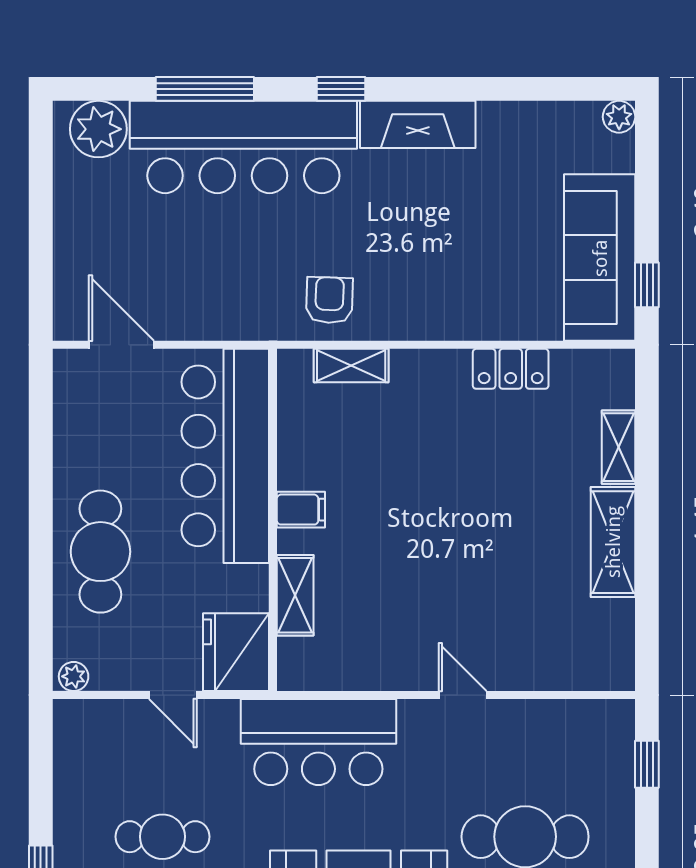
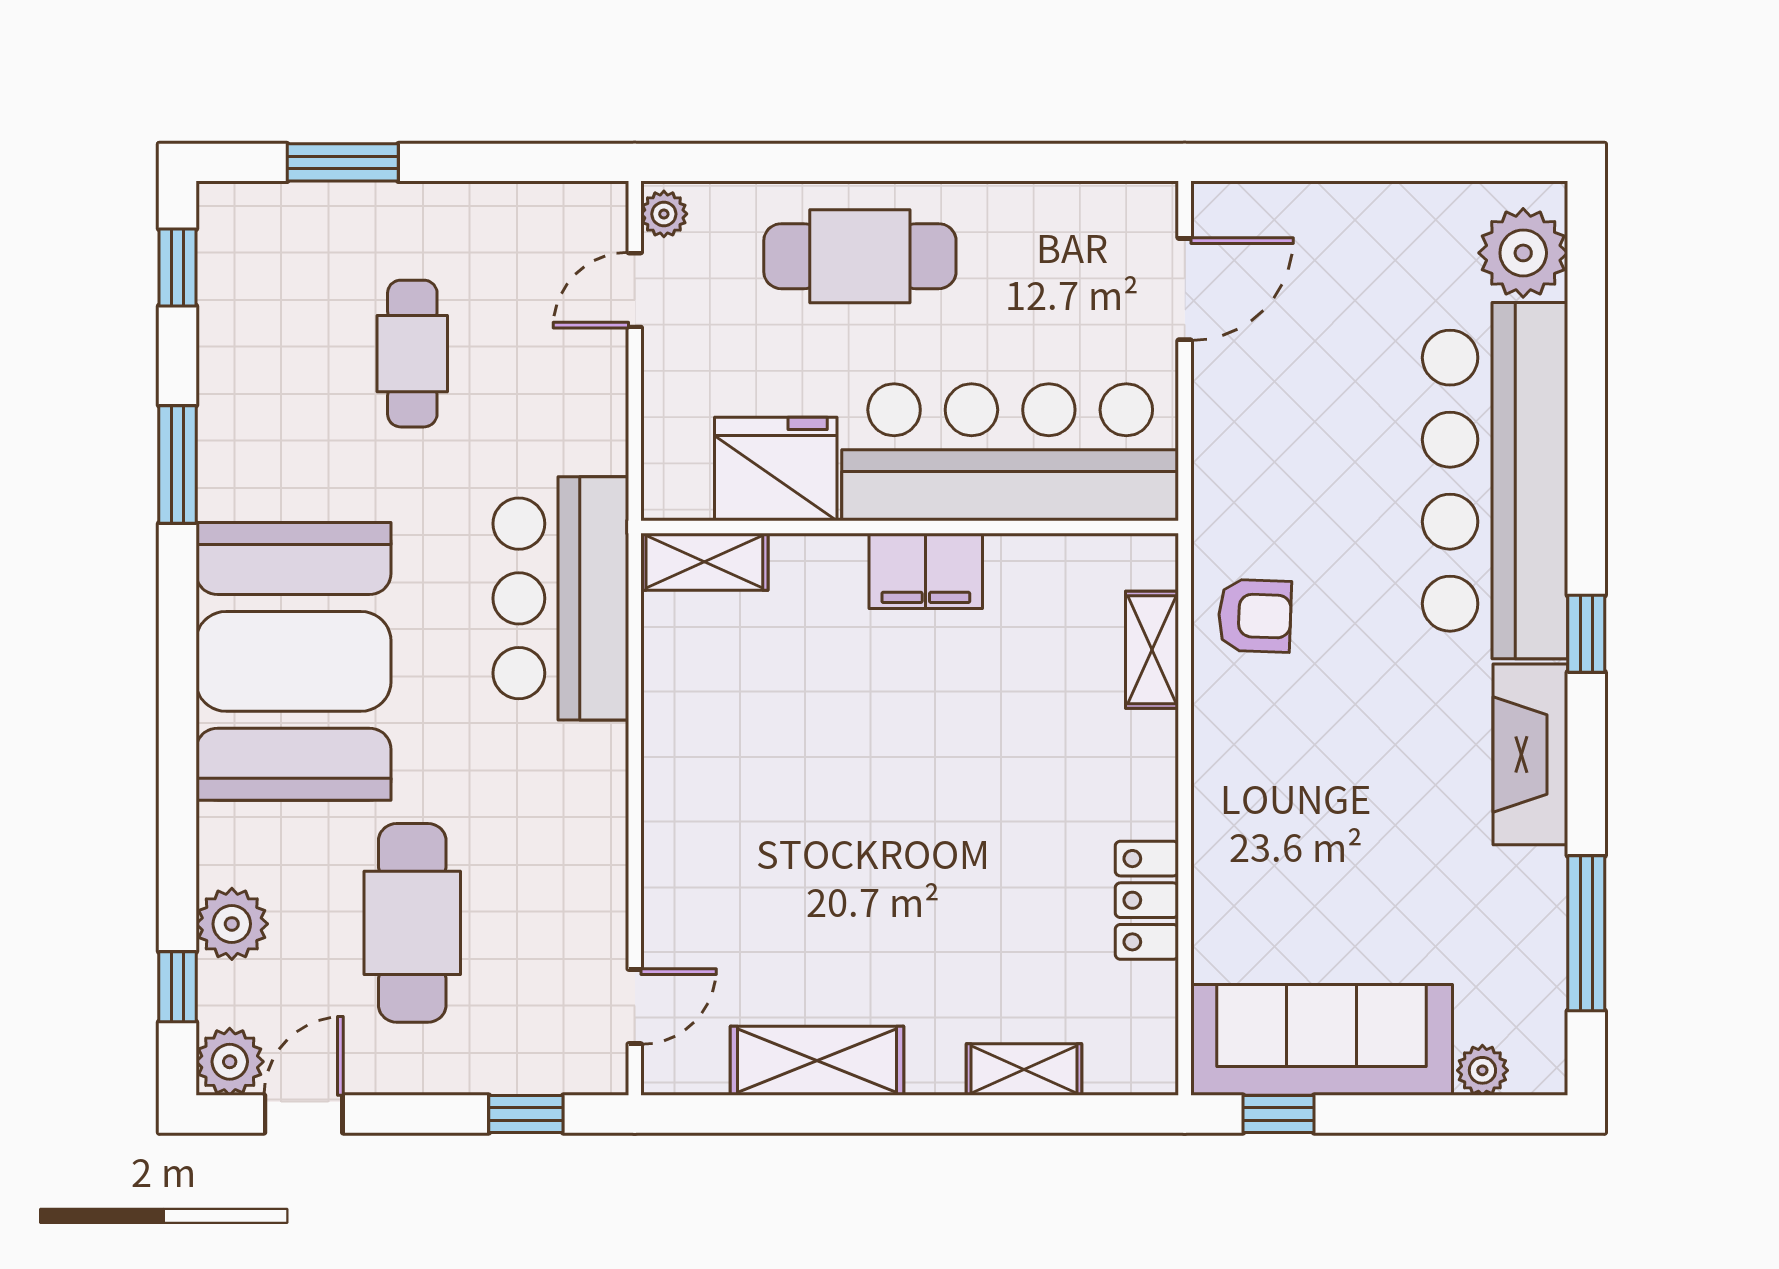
window: (205, 89) -> (1586, 933), moved
plant: (619, 117) -> (1482, 1070), moved
filing cabinet: (301, 510) -> (926, 571), width x2.00
shelving: (613, 542) -> (817, 1061), moved
shelving: (295, 595) -> (704, 562), moved
fridge: (236, 652) -> (776, 469), moved
door: (173, 695) -> (635, 290), moved
door: (463, 695) -> (635, 1007), moved

